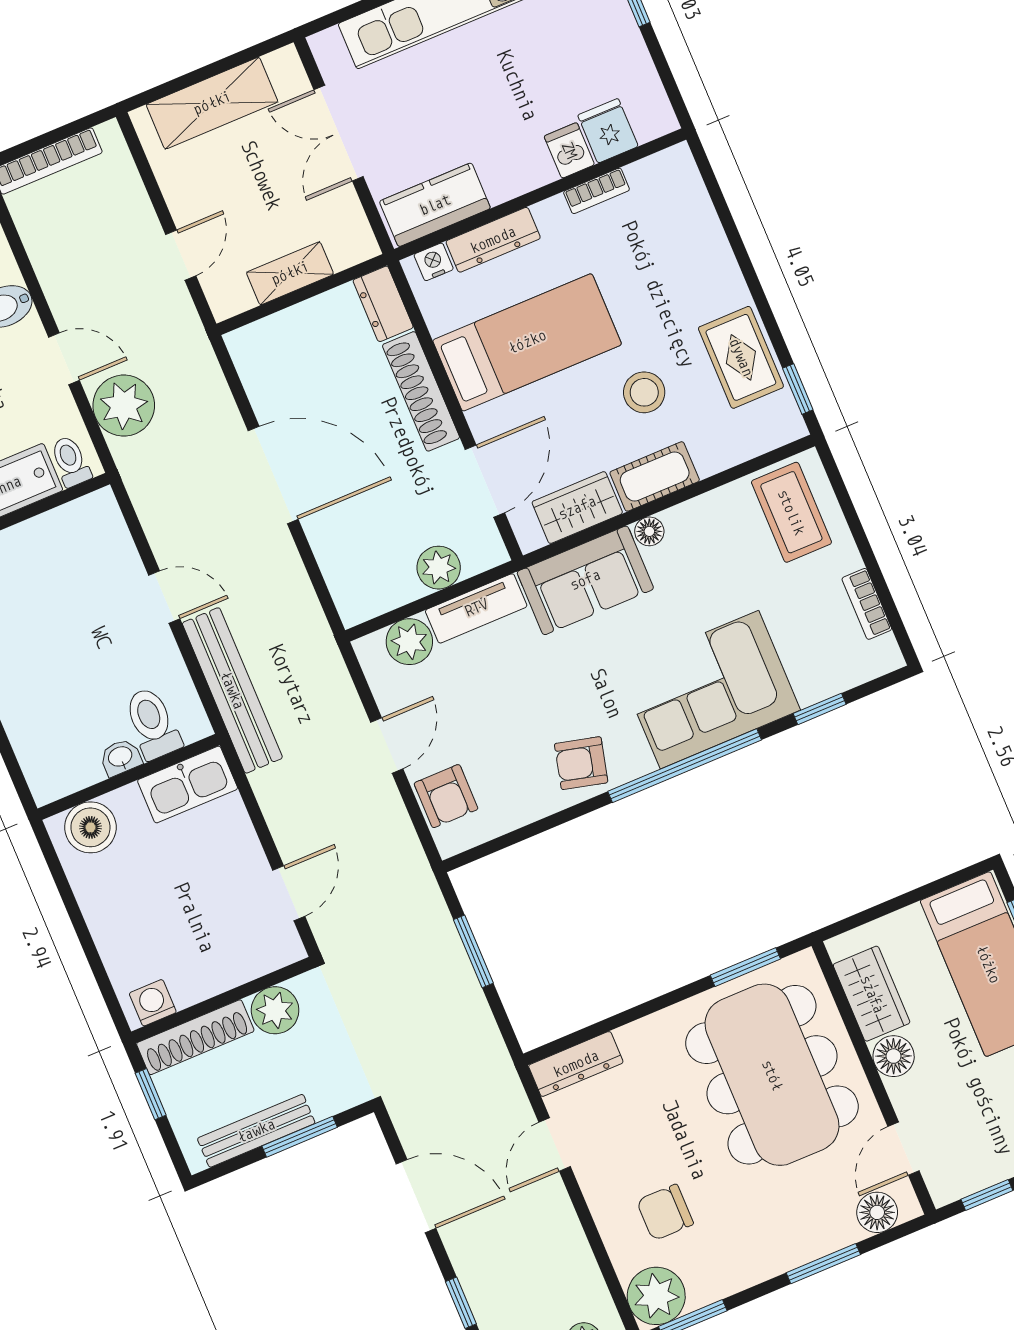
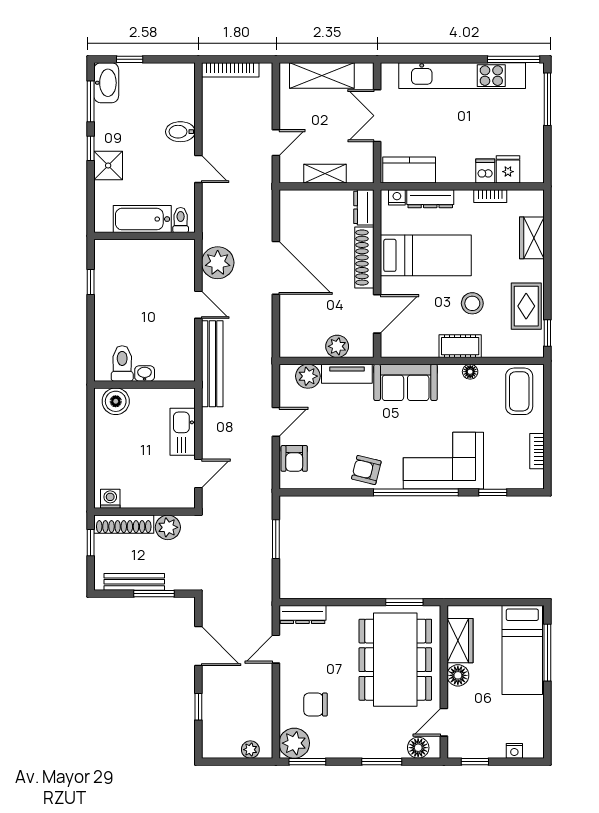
plant: (124, 406) -> (218, 263), moved
wardrobe: (577, 508) -> (532, 238), moved, turned -90
floor lamp: (649, 531) -> (470, 372), moved
toilet: (152, 723) -> (122, 363), moved
kitchen sink: (188, 785) -> (183, 432), moved, turned 90

